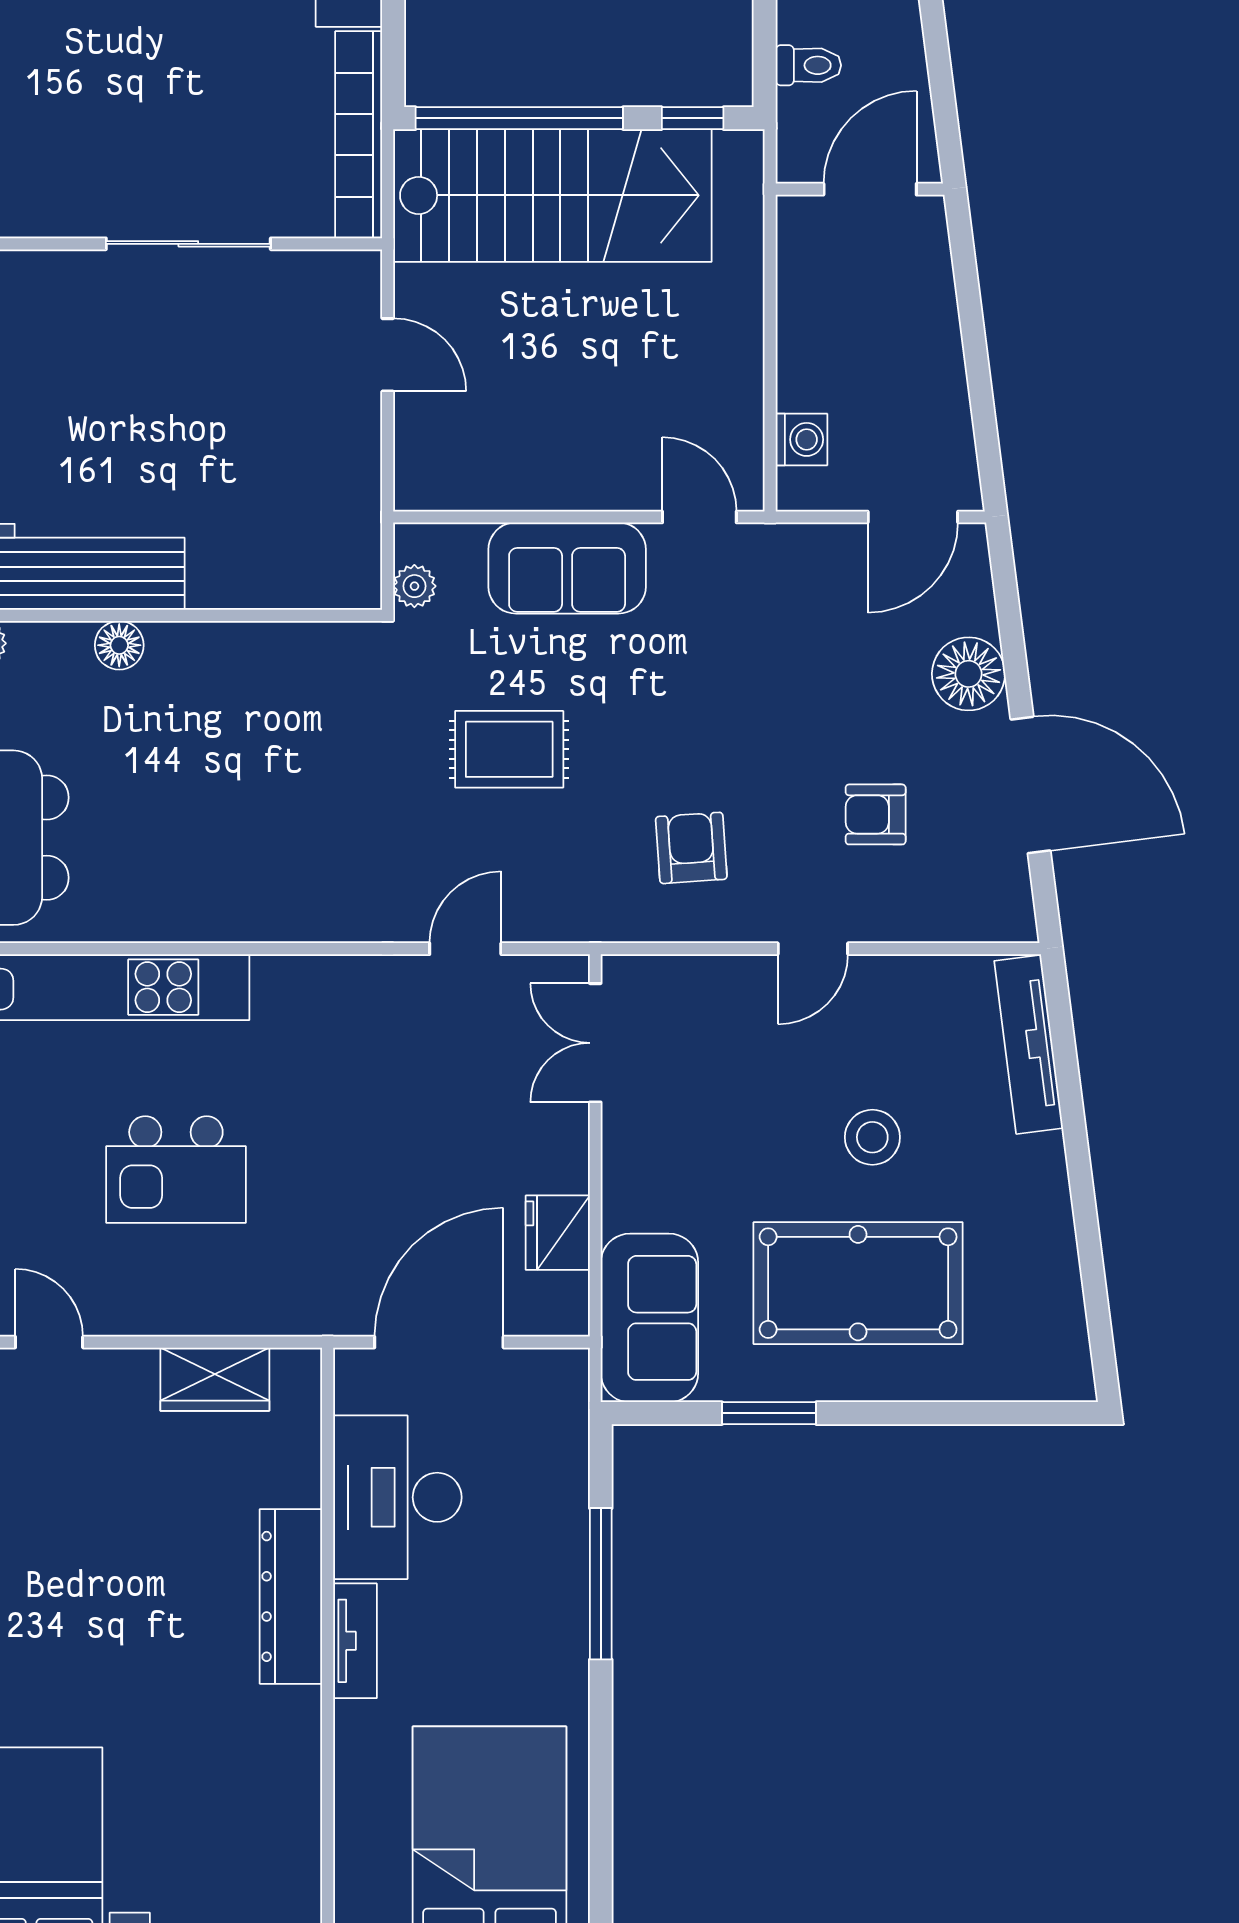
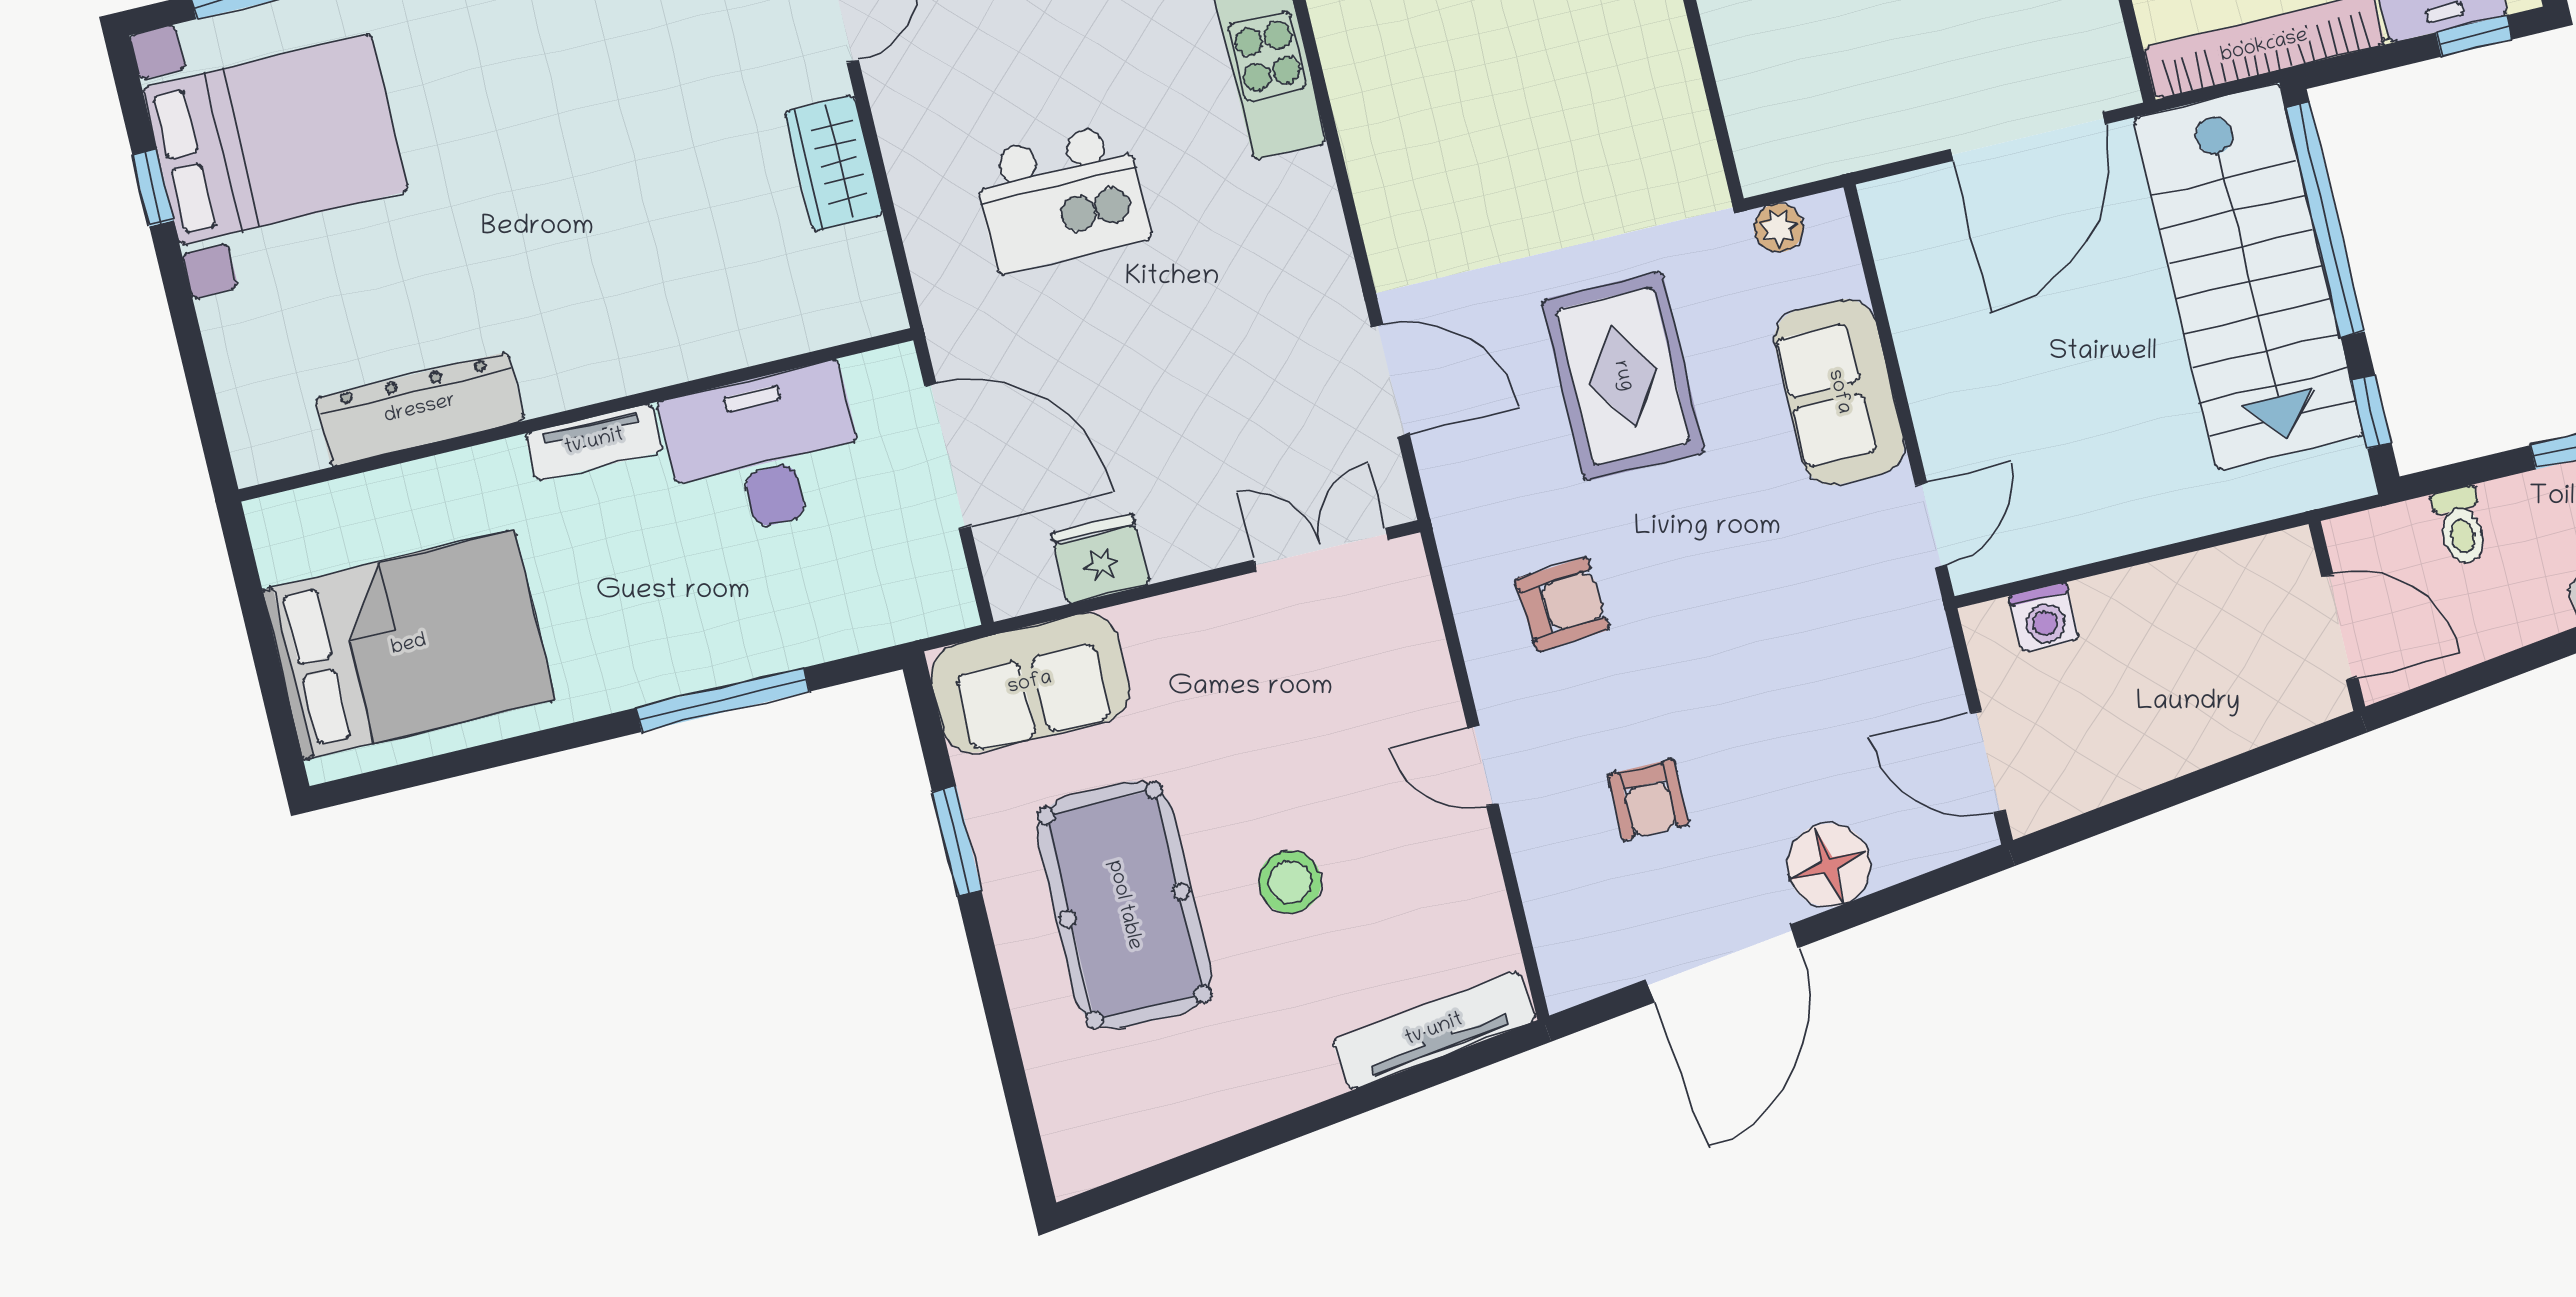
door: (388, 355) -> (2028, 137), width x1.88
rug: (509, 749) -> (1623, 376), width x1.36, depth x1.43
armchair: (876, 814) -> (1648, 800), turned 180
door: (465, 949) -> (1390, 381), width x1.38
kitchen island: (176, 1170) -> (1061, 198), moved, turned -90
wardrobe: (215, 1379) -> (834, 163), moved
dresser: (291, 1596) -> (420, 409), moved

